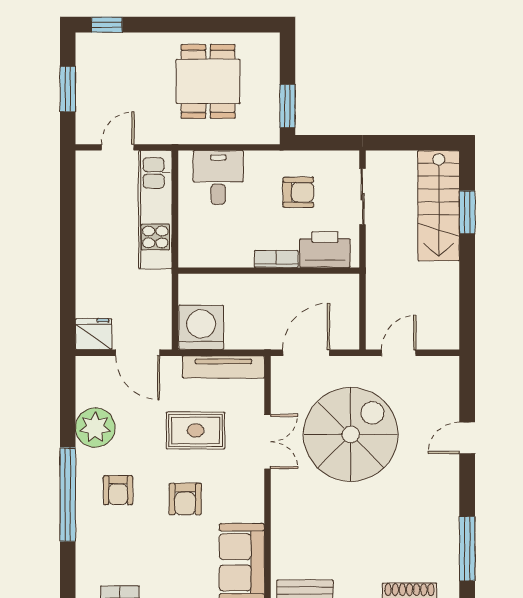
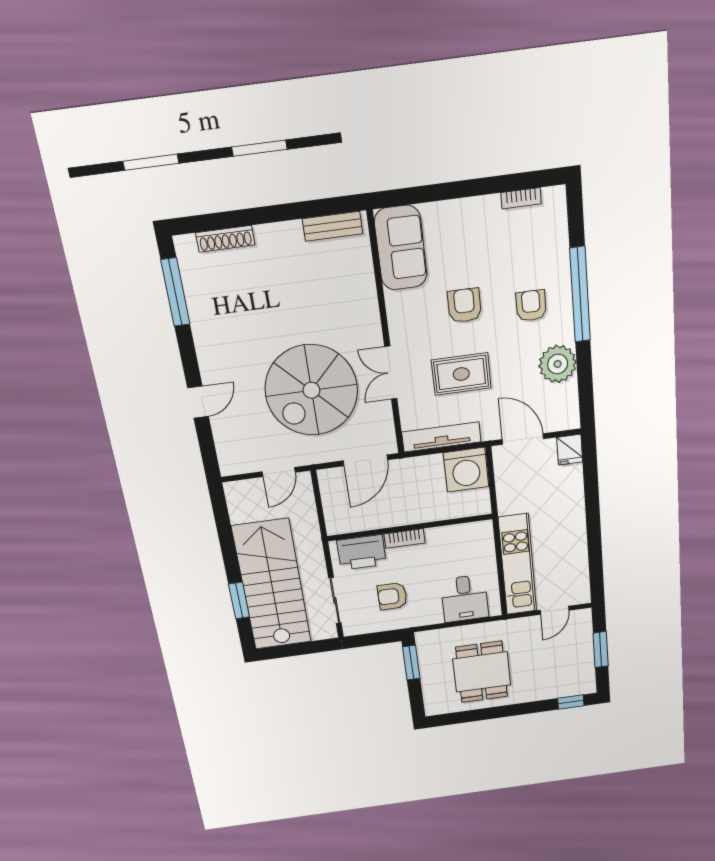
stairs: (439, 206) -> (272, 585), width x1.36, depth x1.51
fridge: (94, 334) -> (570, 450), width x0.72

